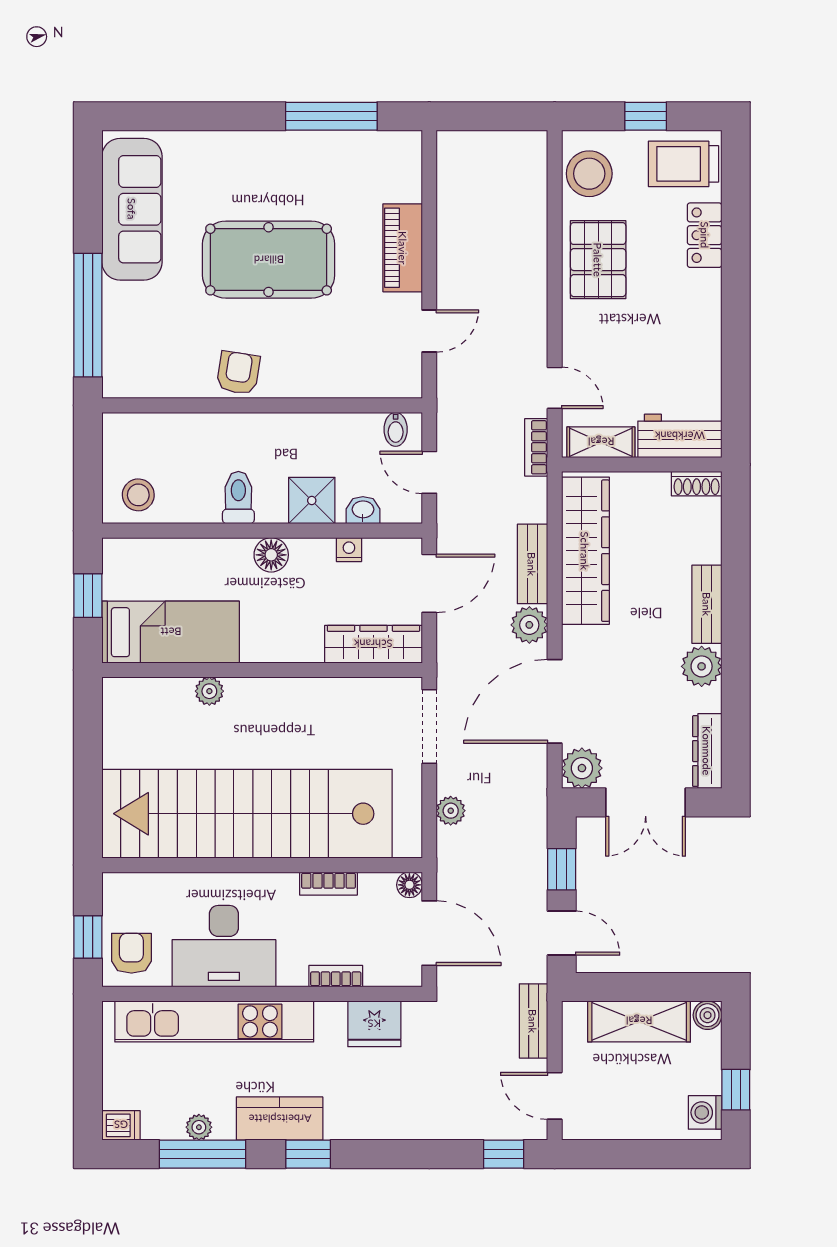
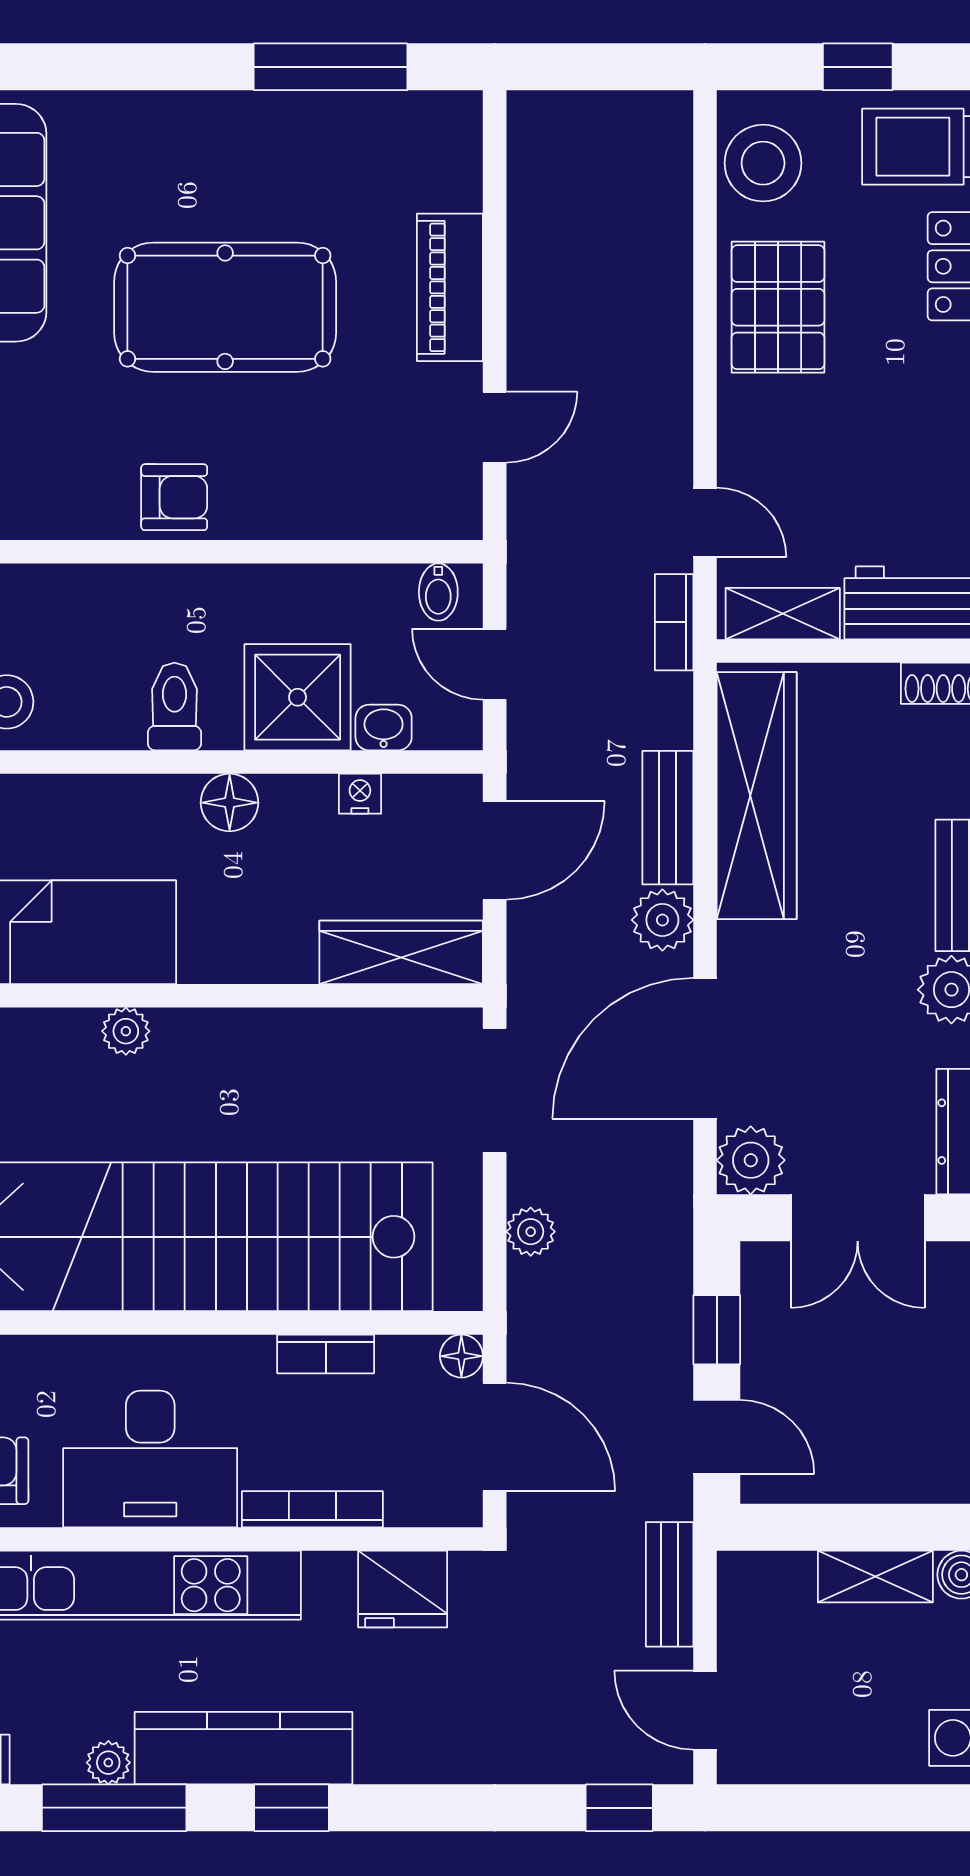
armchair: (238, 373) -> (174, 497), turned 81
shower: (312, 501) -> (298, 697), width x1.36, depth x1.36
bookcase: (336, 976) -> (312, 1509), width x1.56
shelving: (639, 1021) -> (875, 1577), width x0.67, depth x0.75
kitchen counter: (280, 1119) -> (244, 1748), width x1.50

